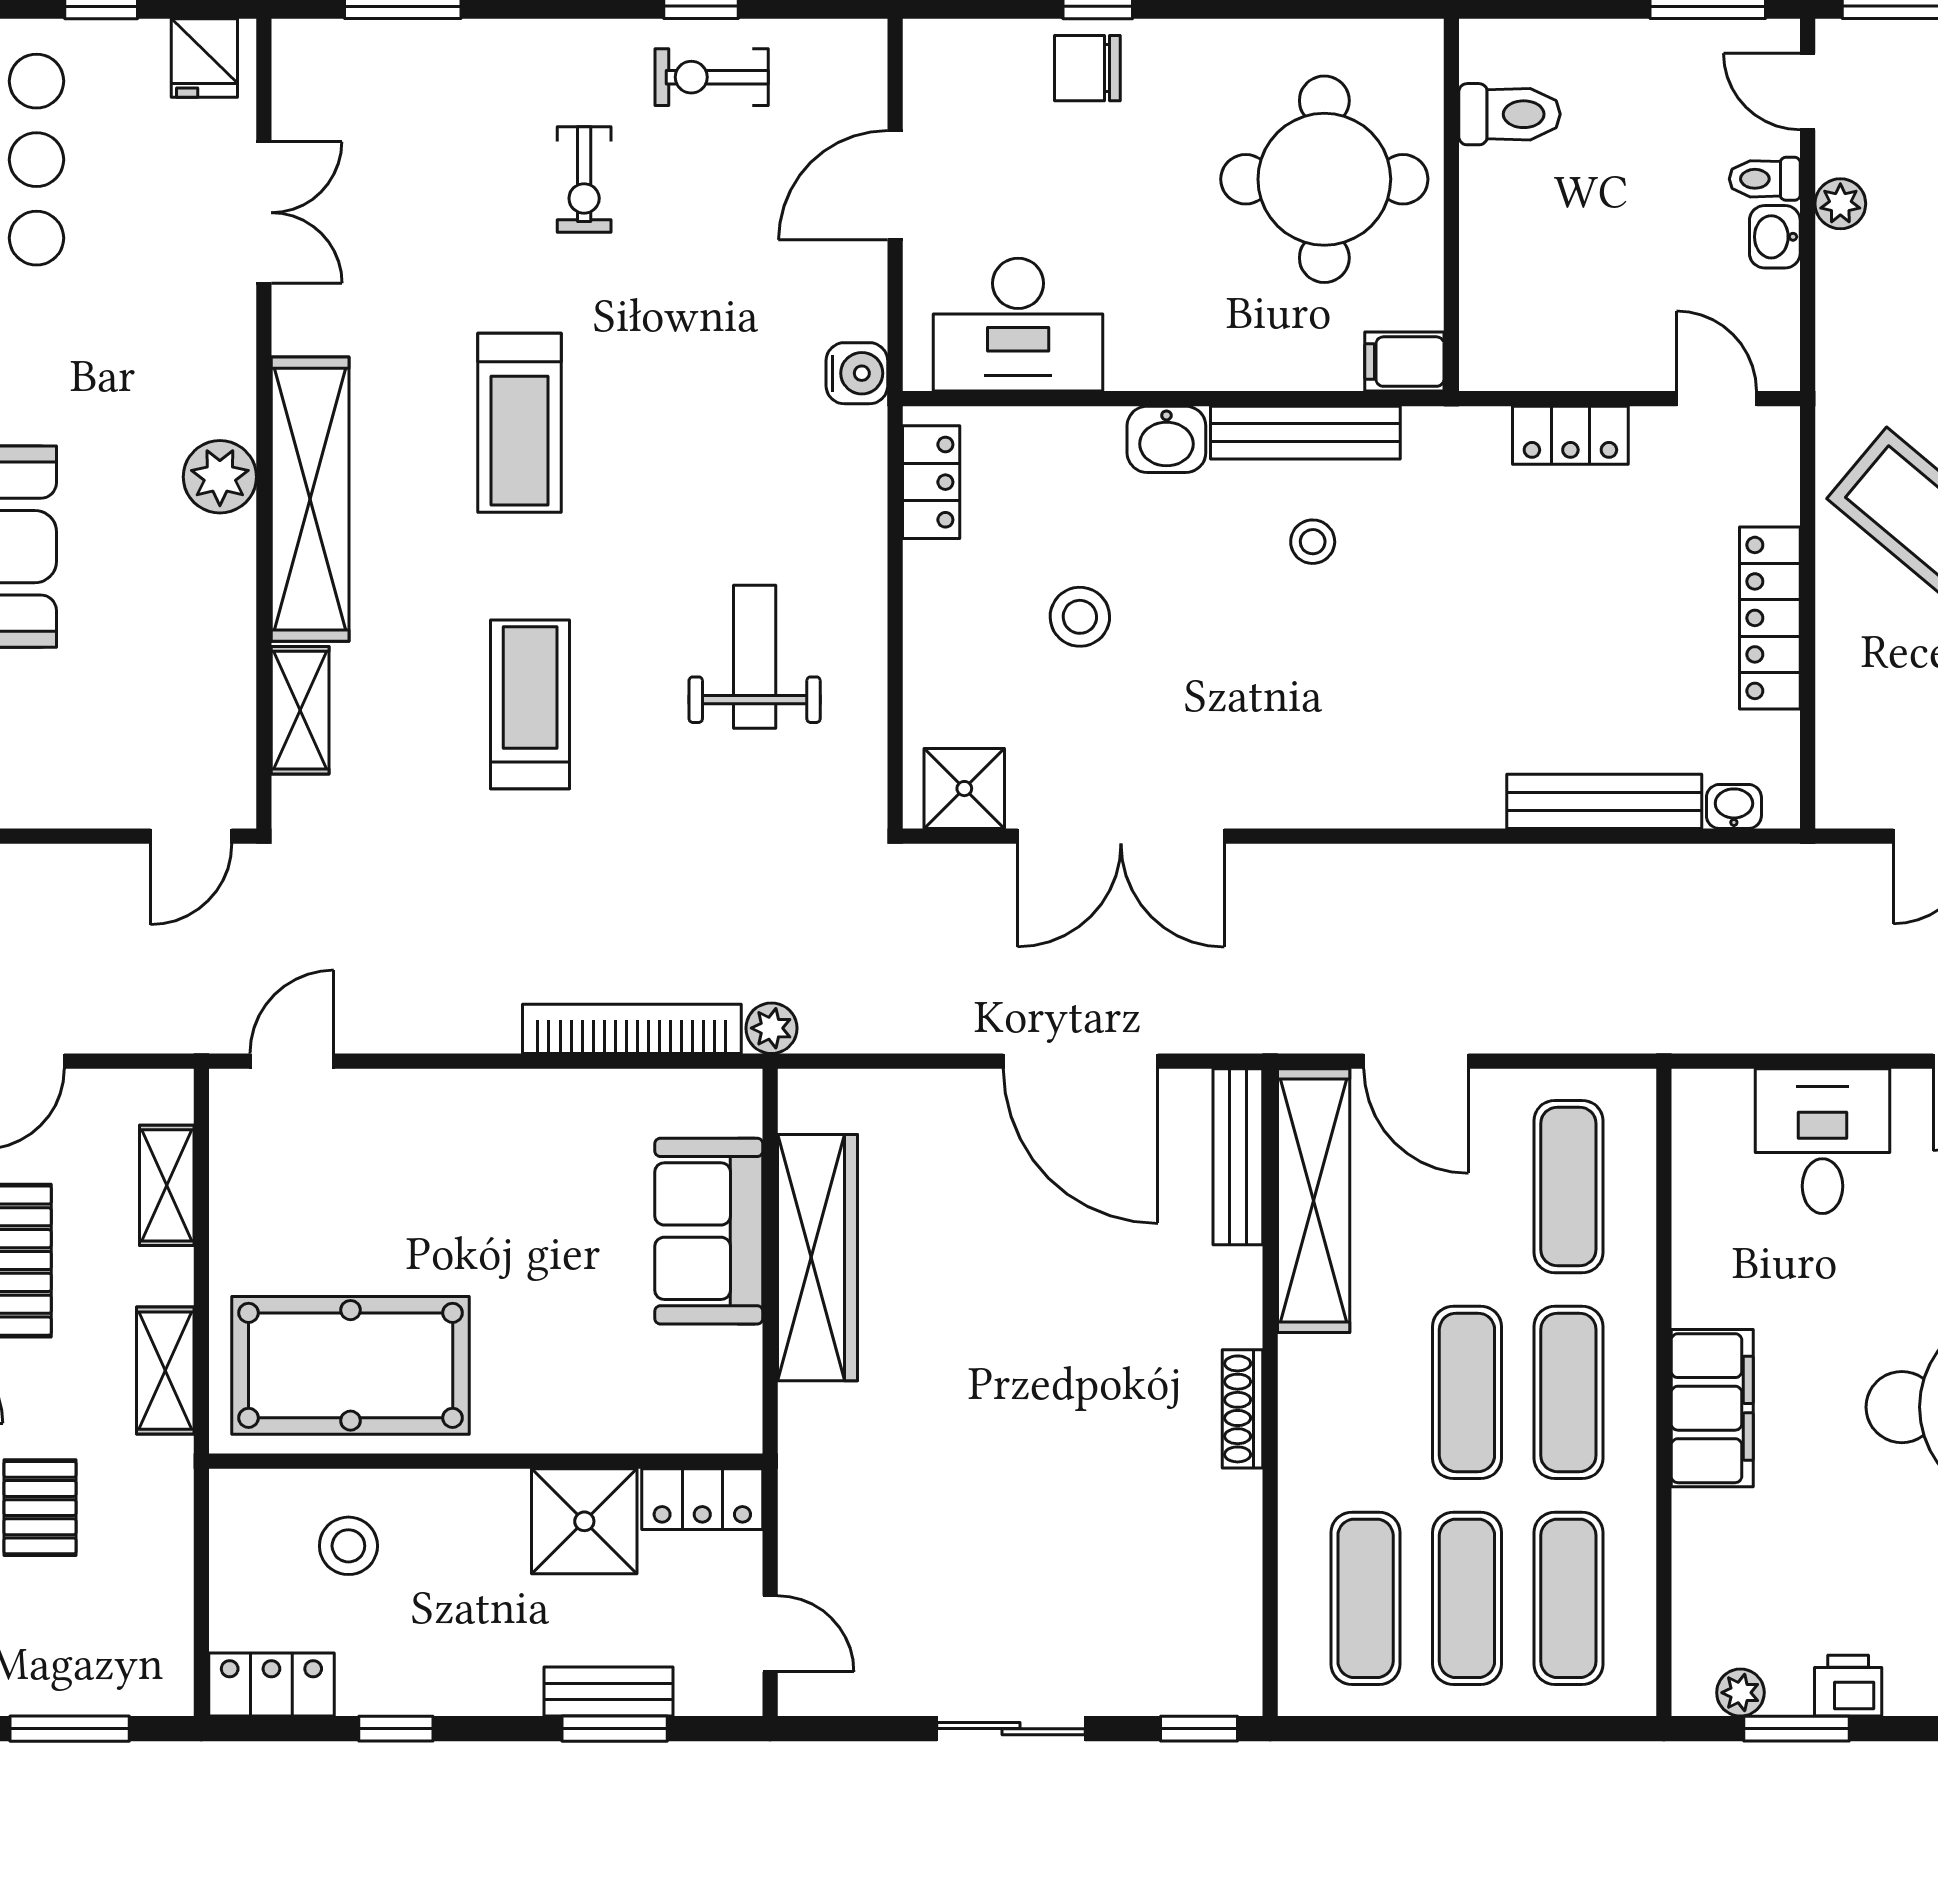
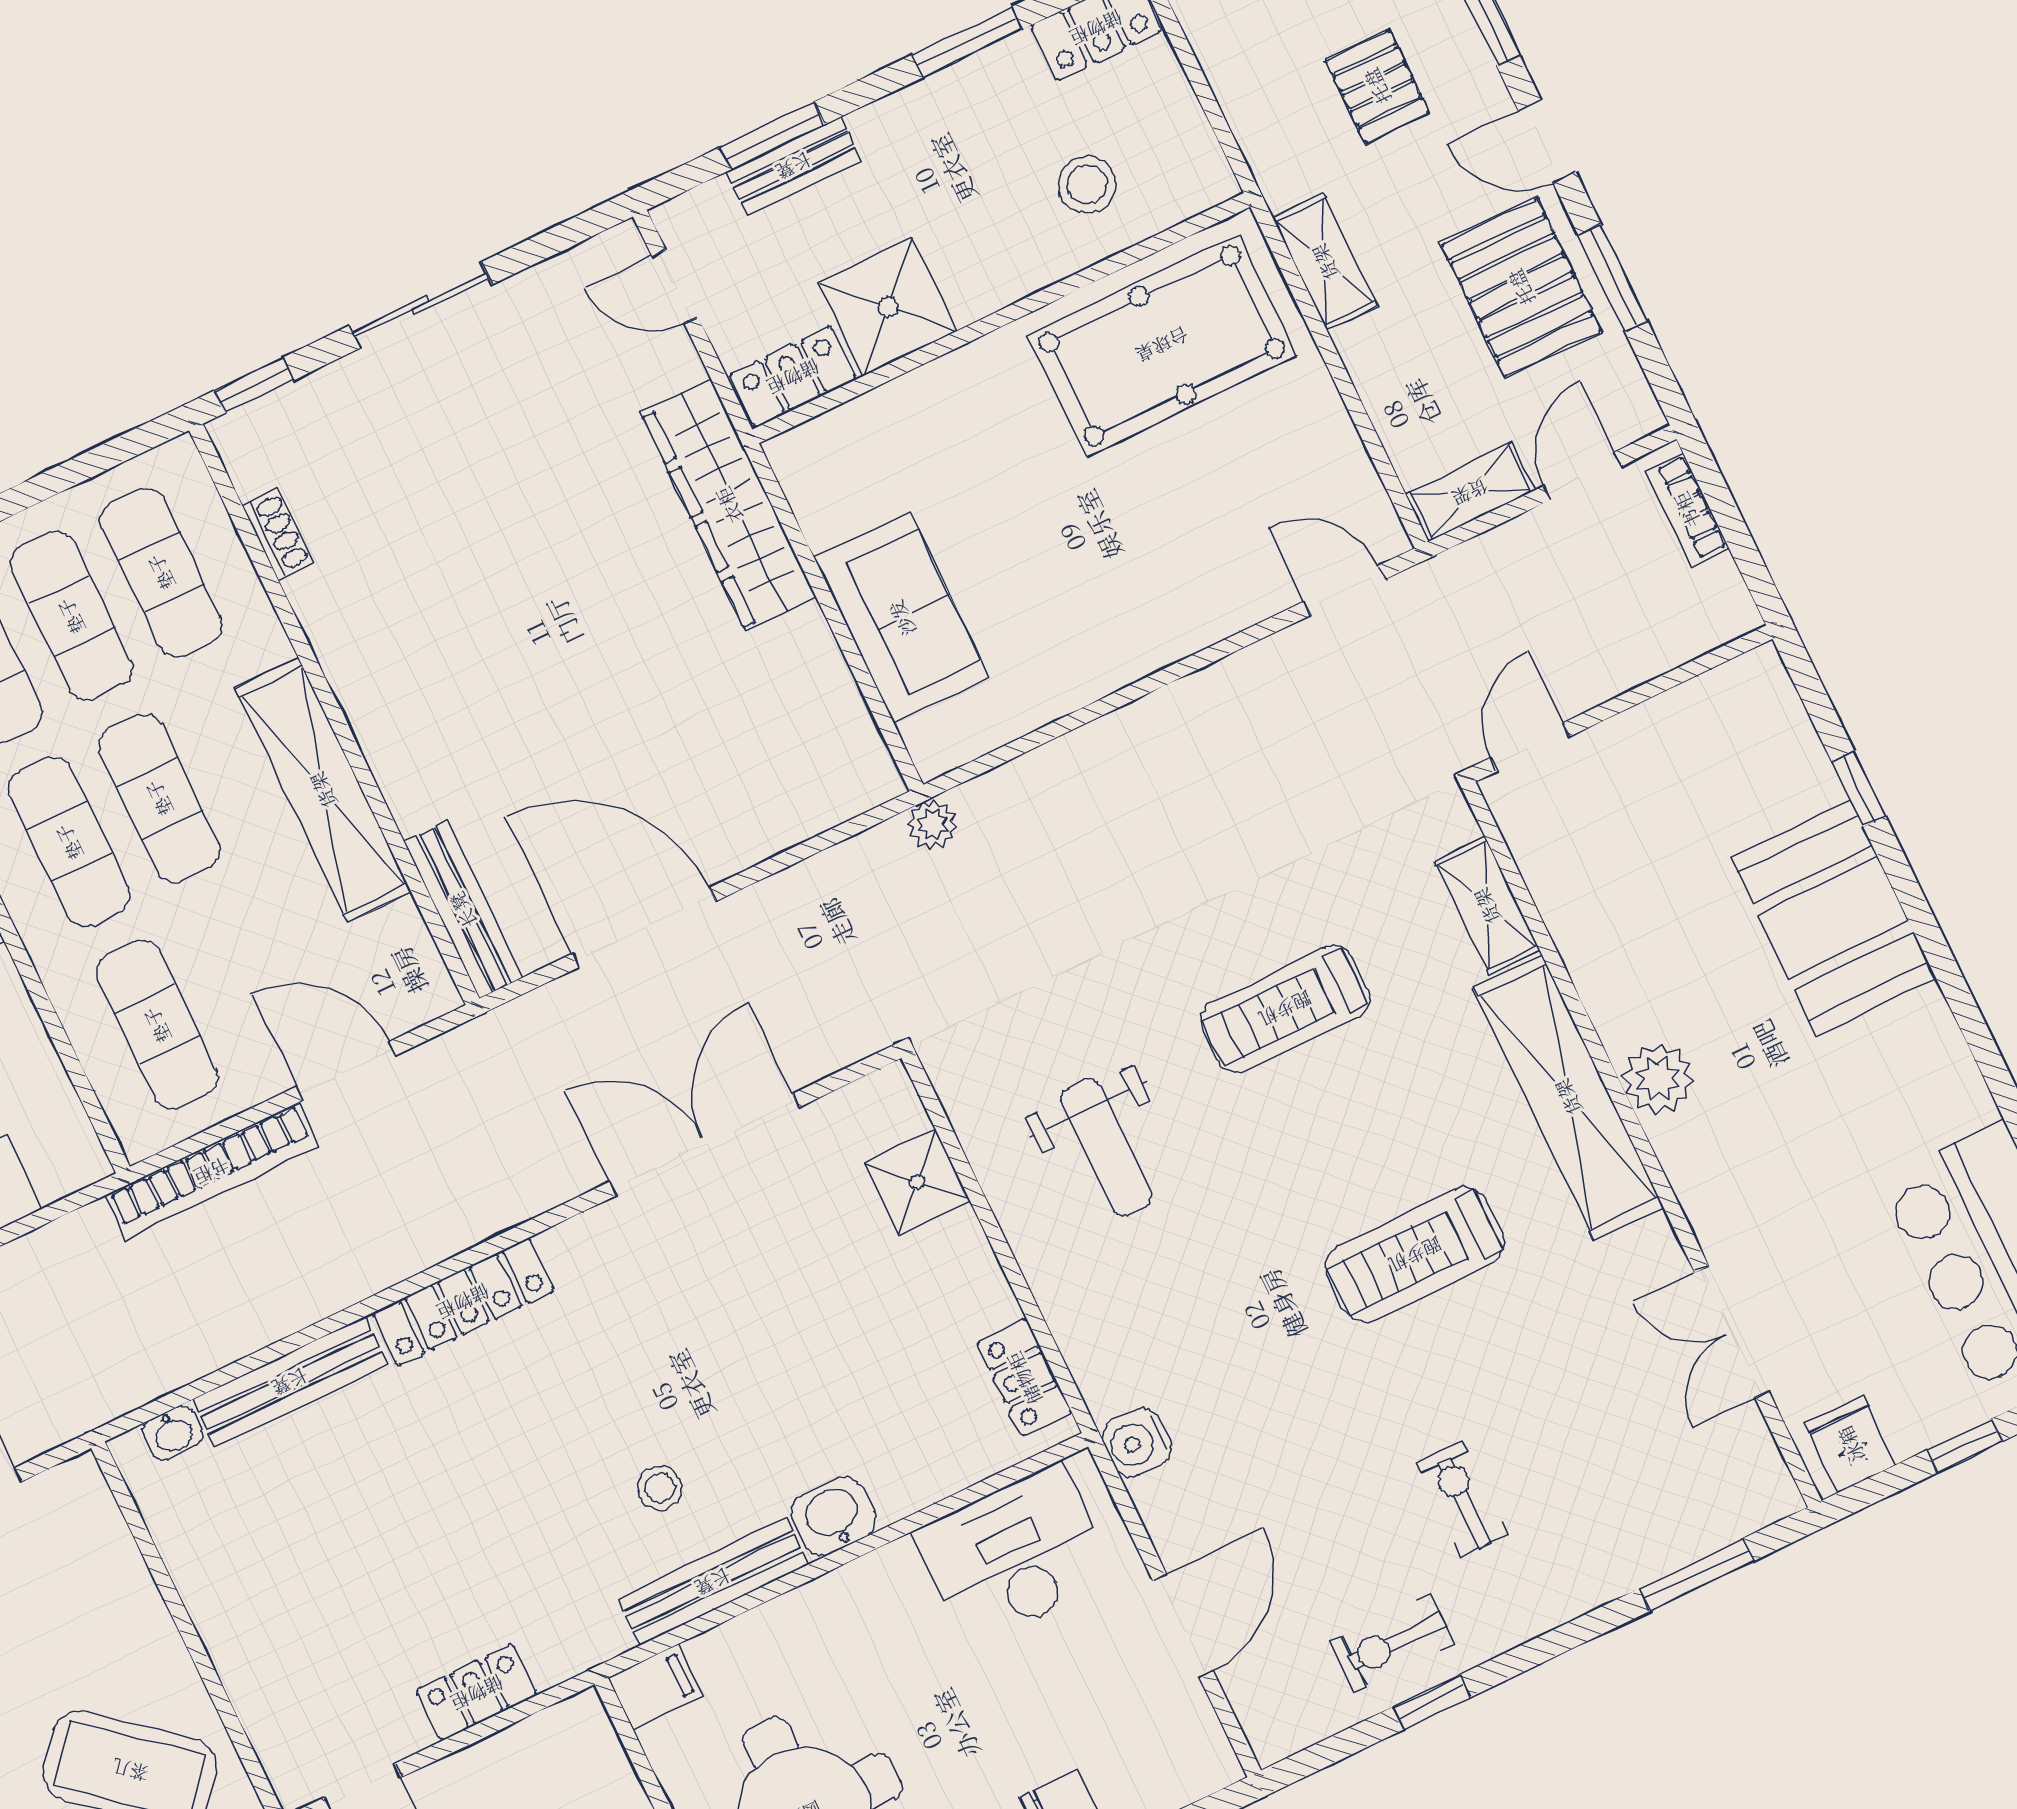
exercise bike: (712, 77) -> (1392, 1644), turned 180
treadmill: (520, 423) -> (1415, 1255), turned -90
stool: (1080, 617) -> (835, 1322), removed
locker: (1770, 618) -> (463, 1302), moved, turned 90
treadmill: (530, 704) -> (1285, 1009), turned 90
shower: (964, 789) -> (917, 1182), moved
bookcase: (632, 1029) -> (212, 1171), moved
door: (292, 1061) -> (1344, 591), swing flipped
shelving: (167, 1185) -> (1470, 492), moved, turned 90
shelving: (1314, 1201) -> (323, 790), moved
wardrobe: (817, 1258) -> (729, 505), moved
shoe rack: (1242, 1409) -> (278, 534), moved, width x0.70
window: (396, 1729) -> (967, 42), width x1.50

